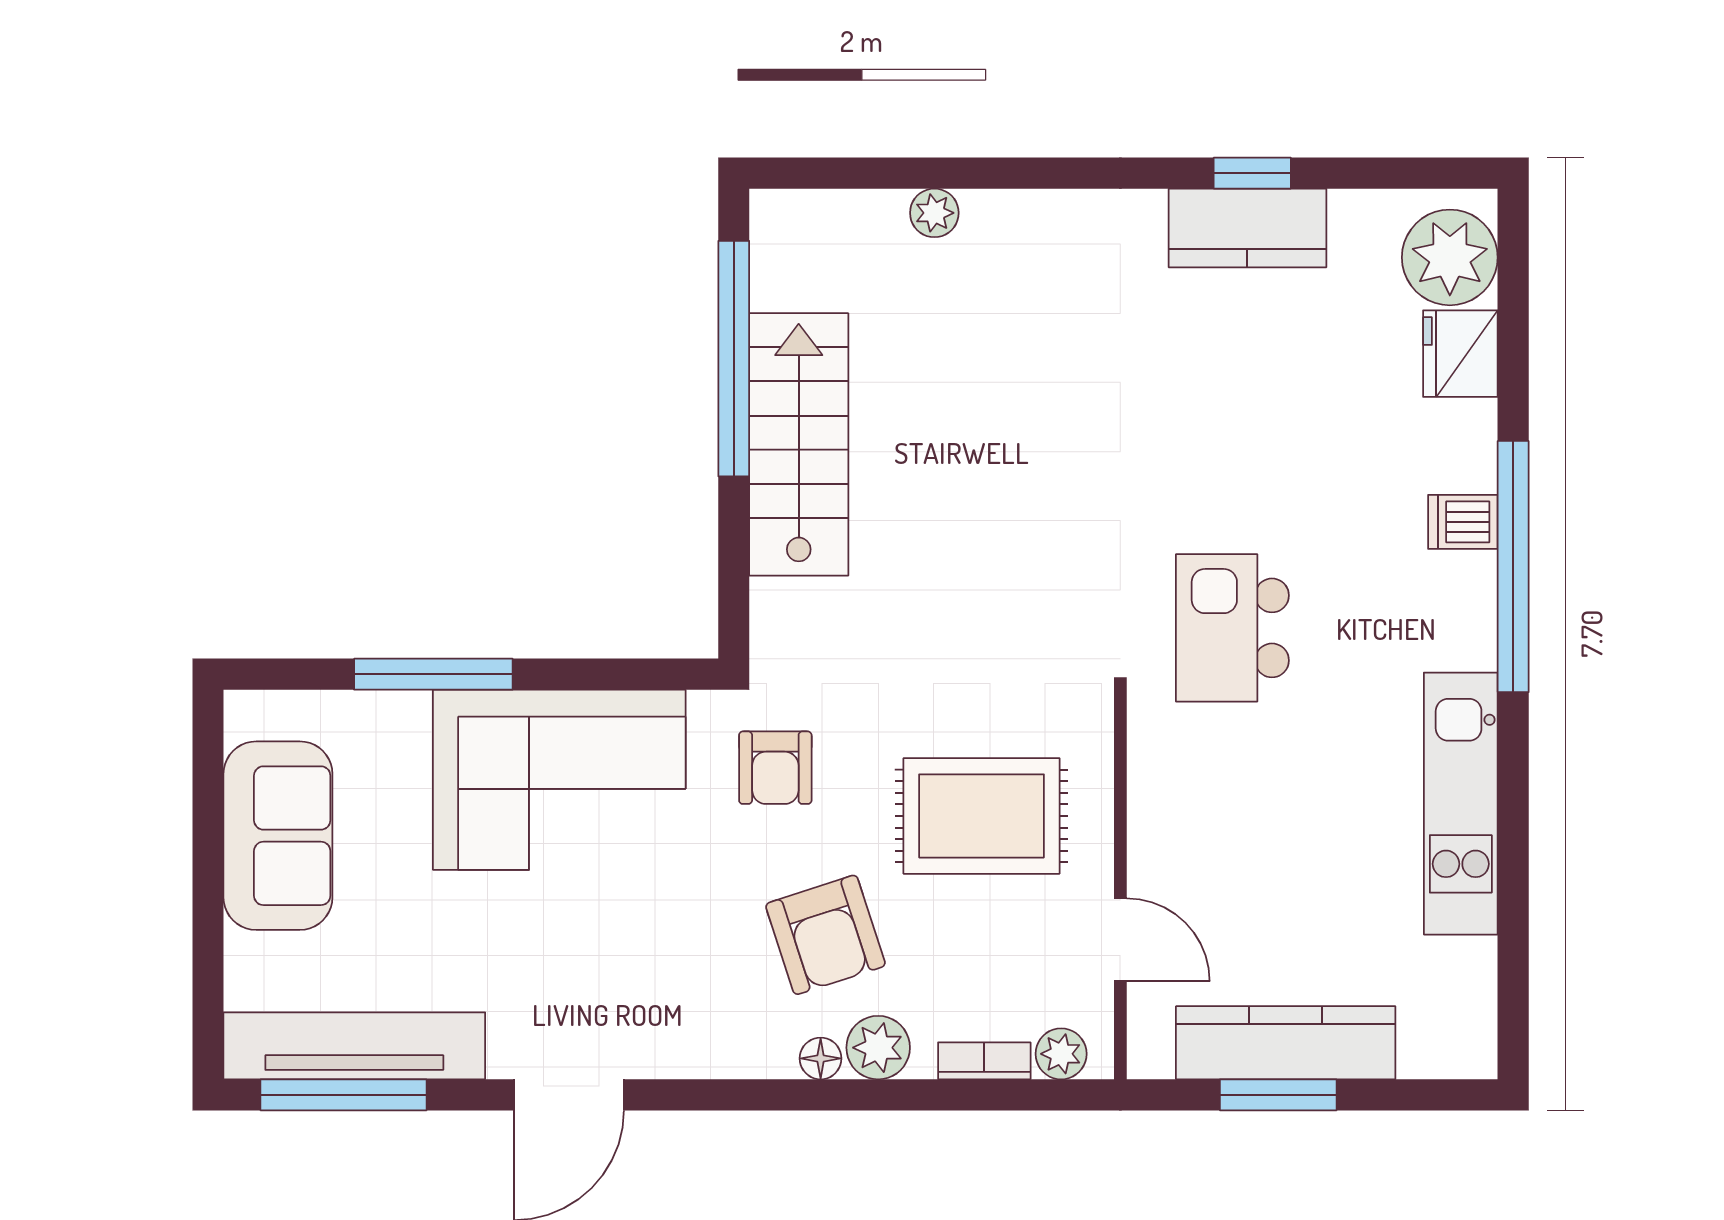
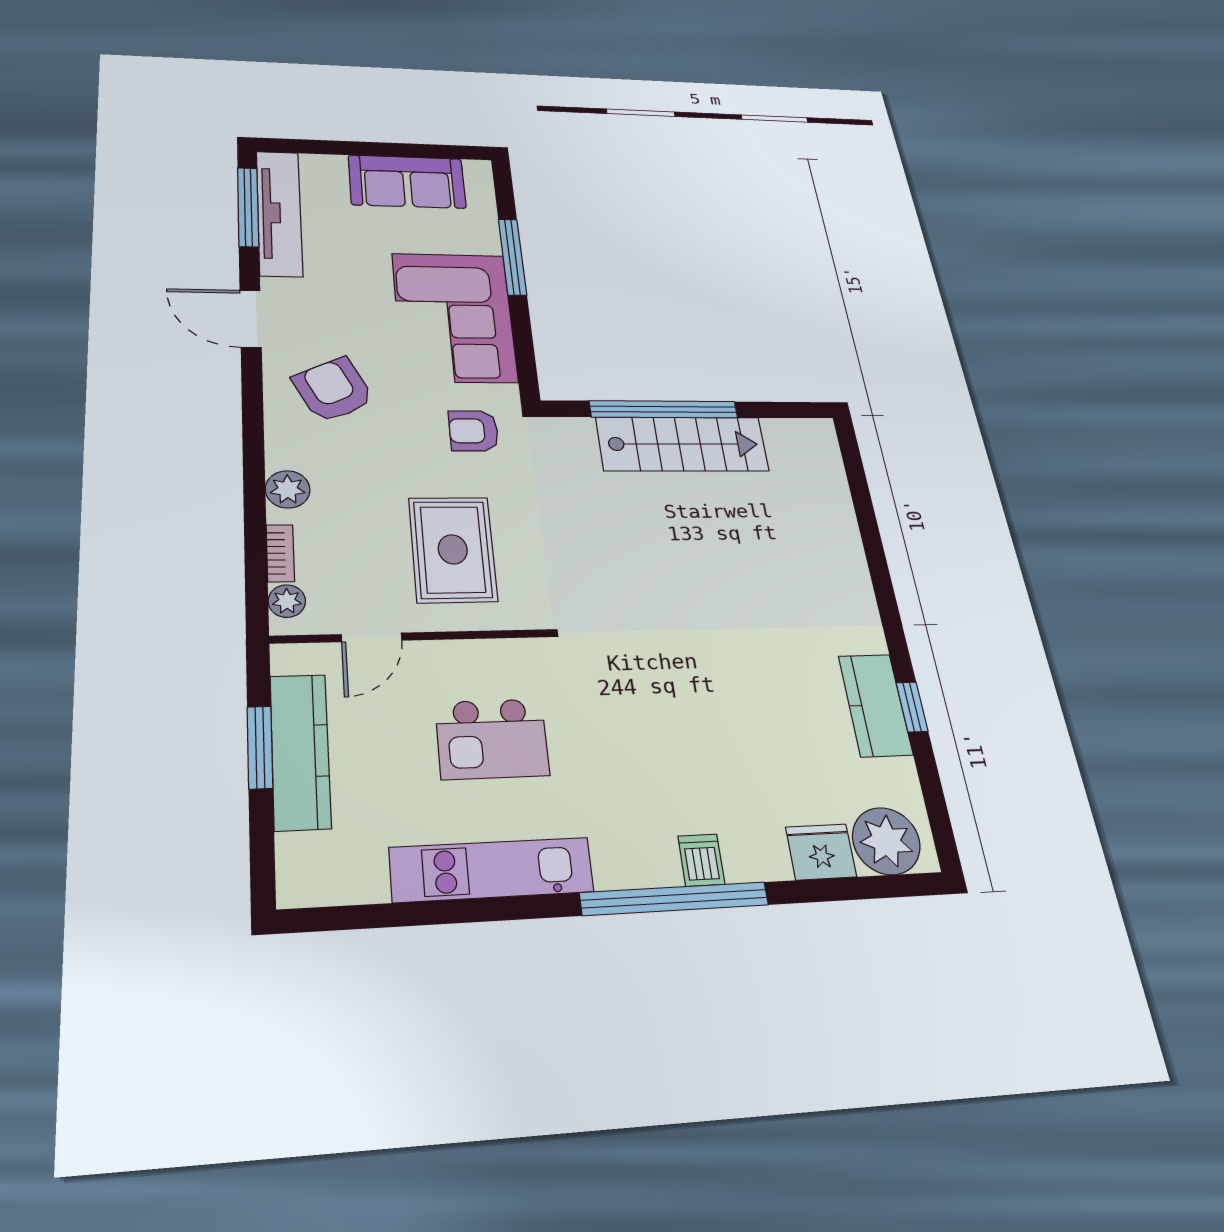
plant: (934, 213) -> (842, 518), removed
window: (734, 359) -> (664, 409), moved
kitchen island: (1232, 628) -> (492, 739), moved, turned 180
armchair: (825, 935) -> (333, 390), moved, turned 82
floor lamp: (821, 1058) -> (279, 456), removed

